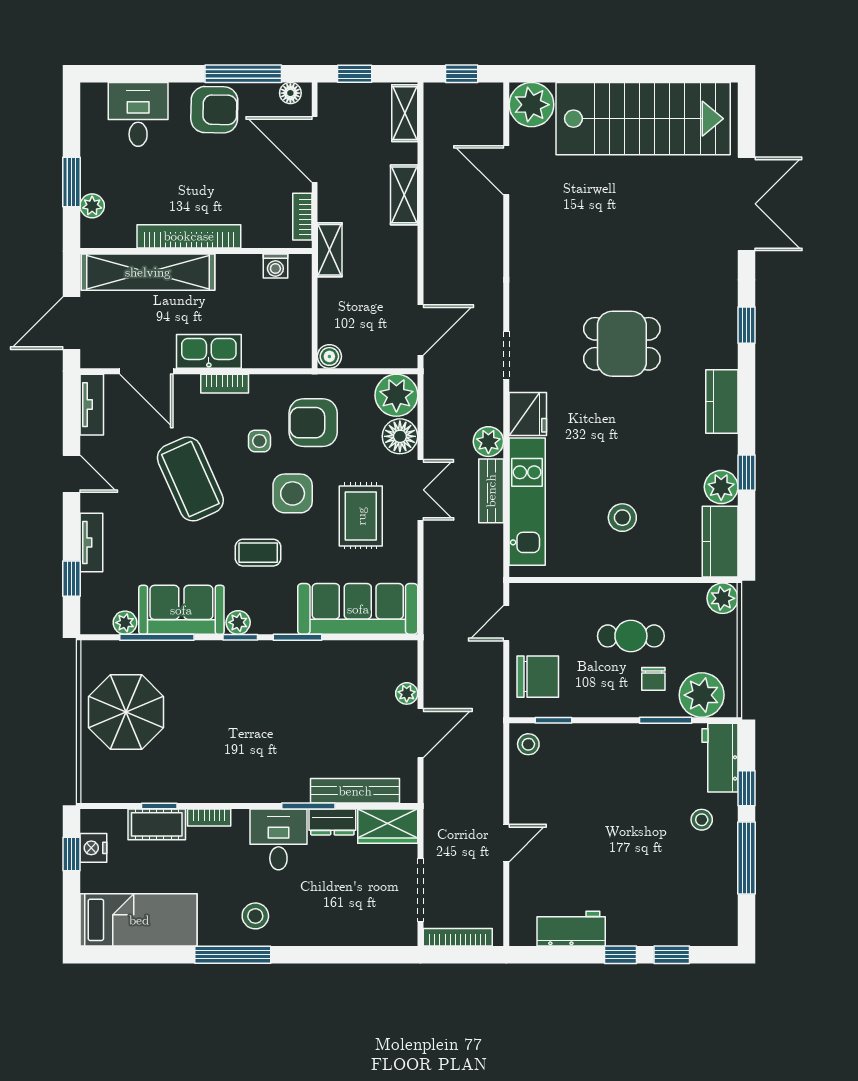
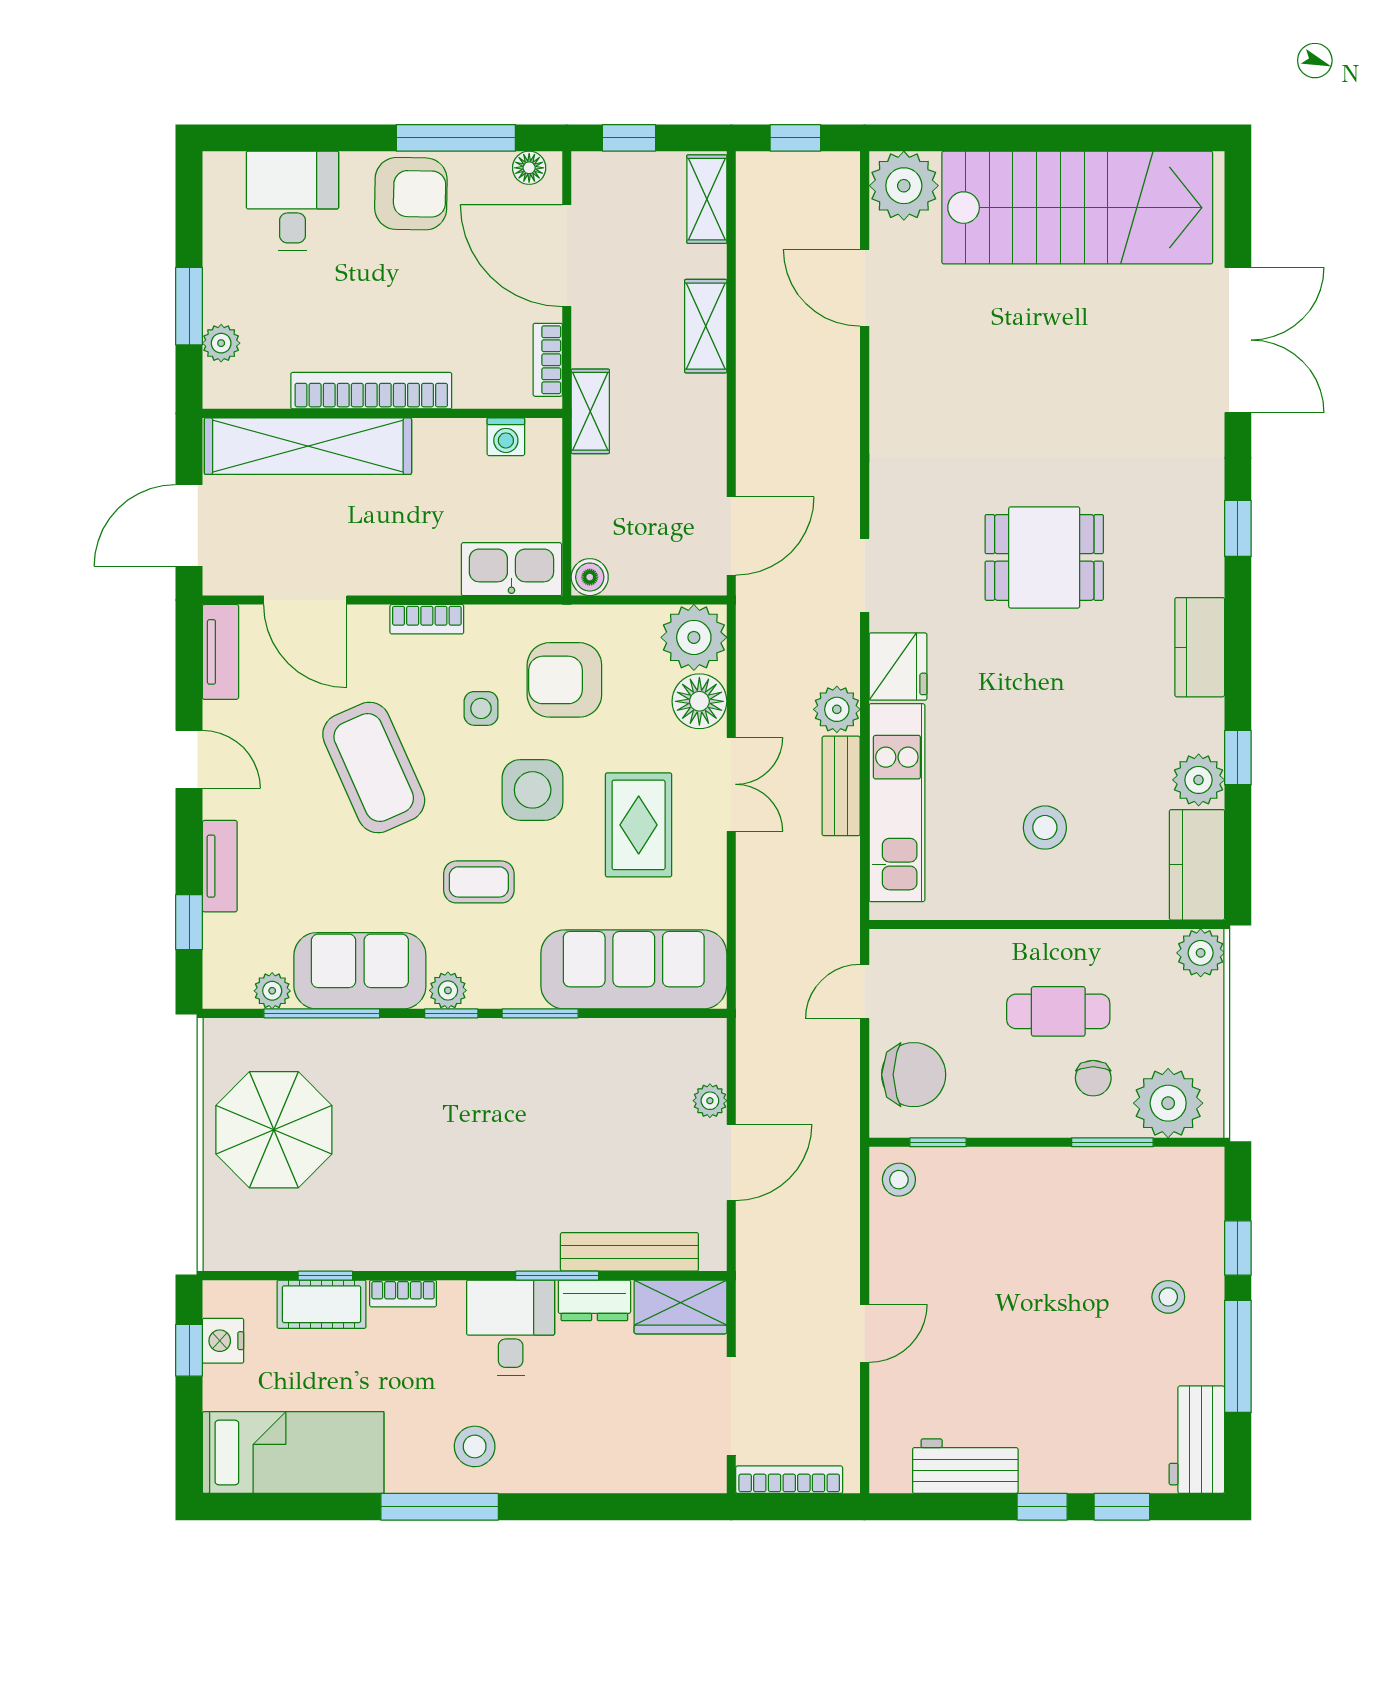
kitchen sink: (209, 351) -> (511, 569), moved
workbench: (720, 758) -> (1197, 1440), moved

